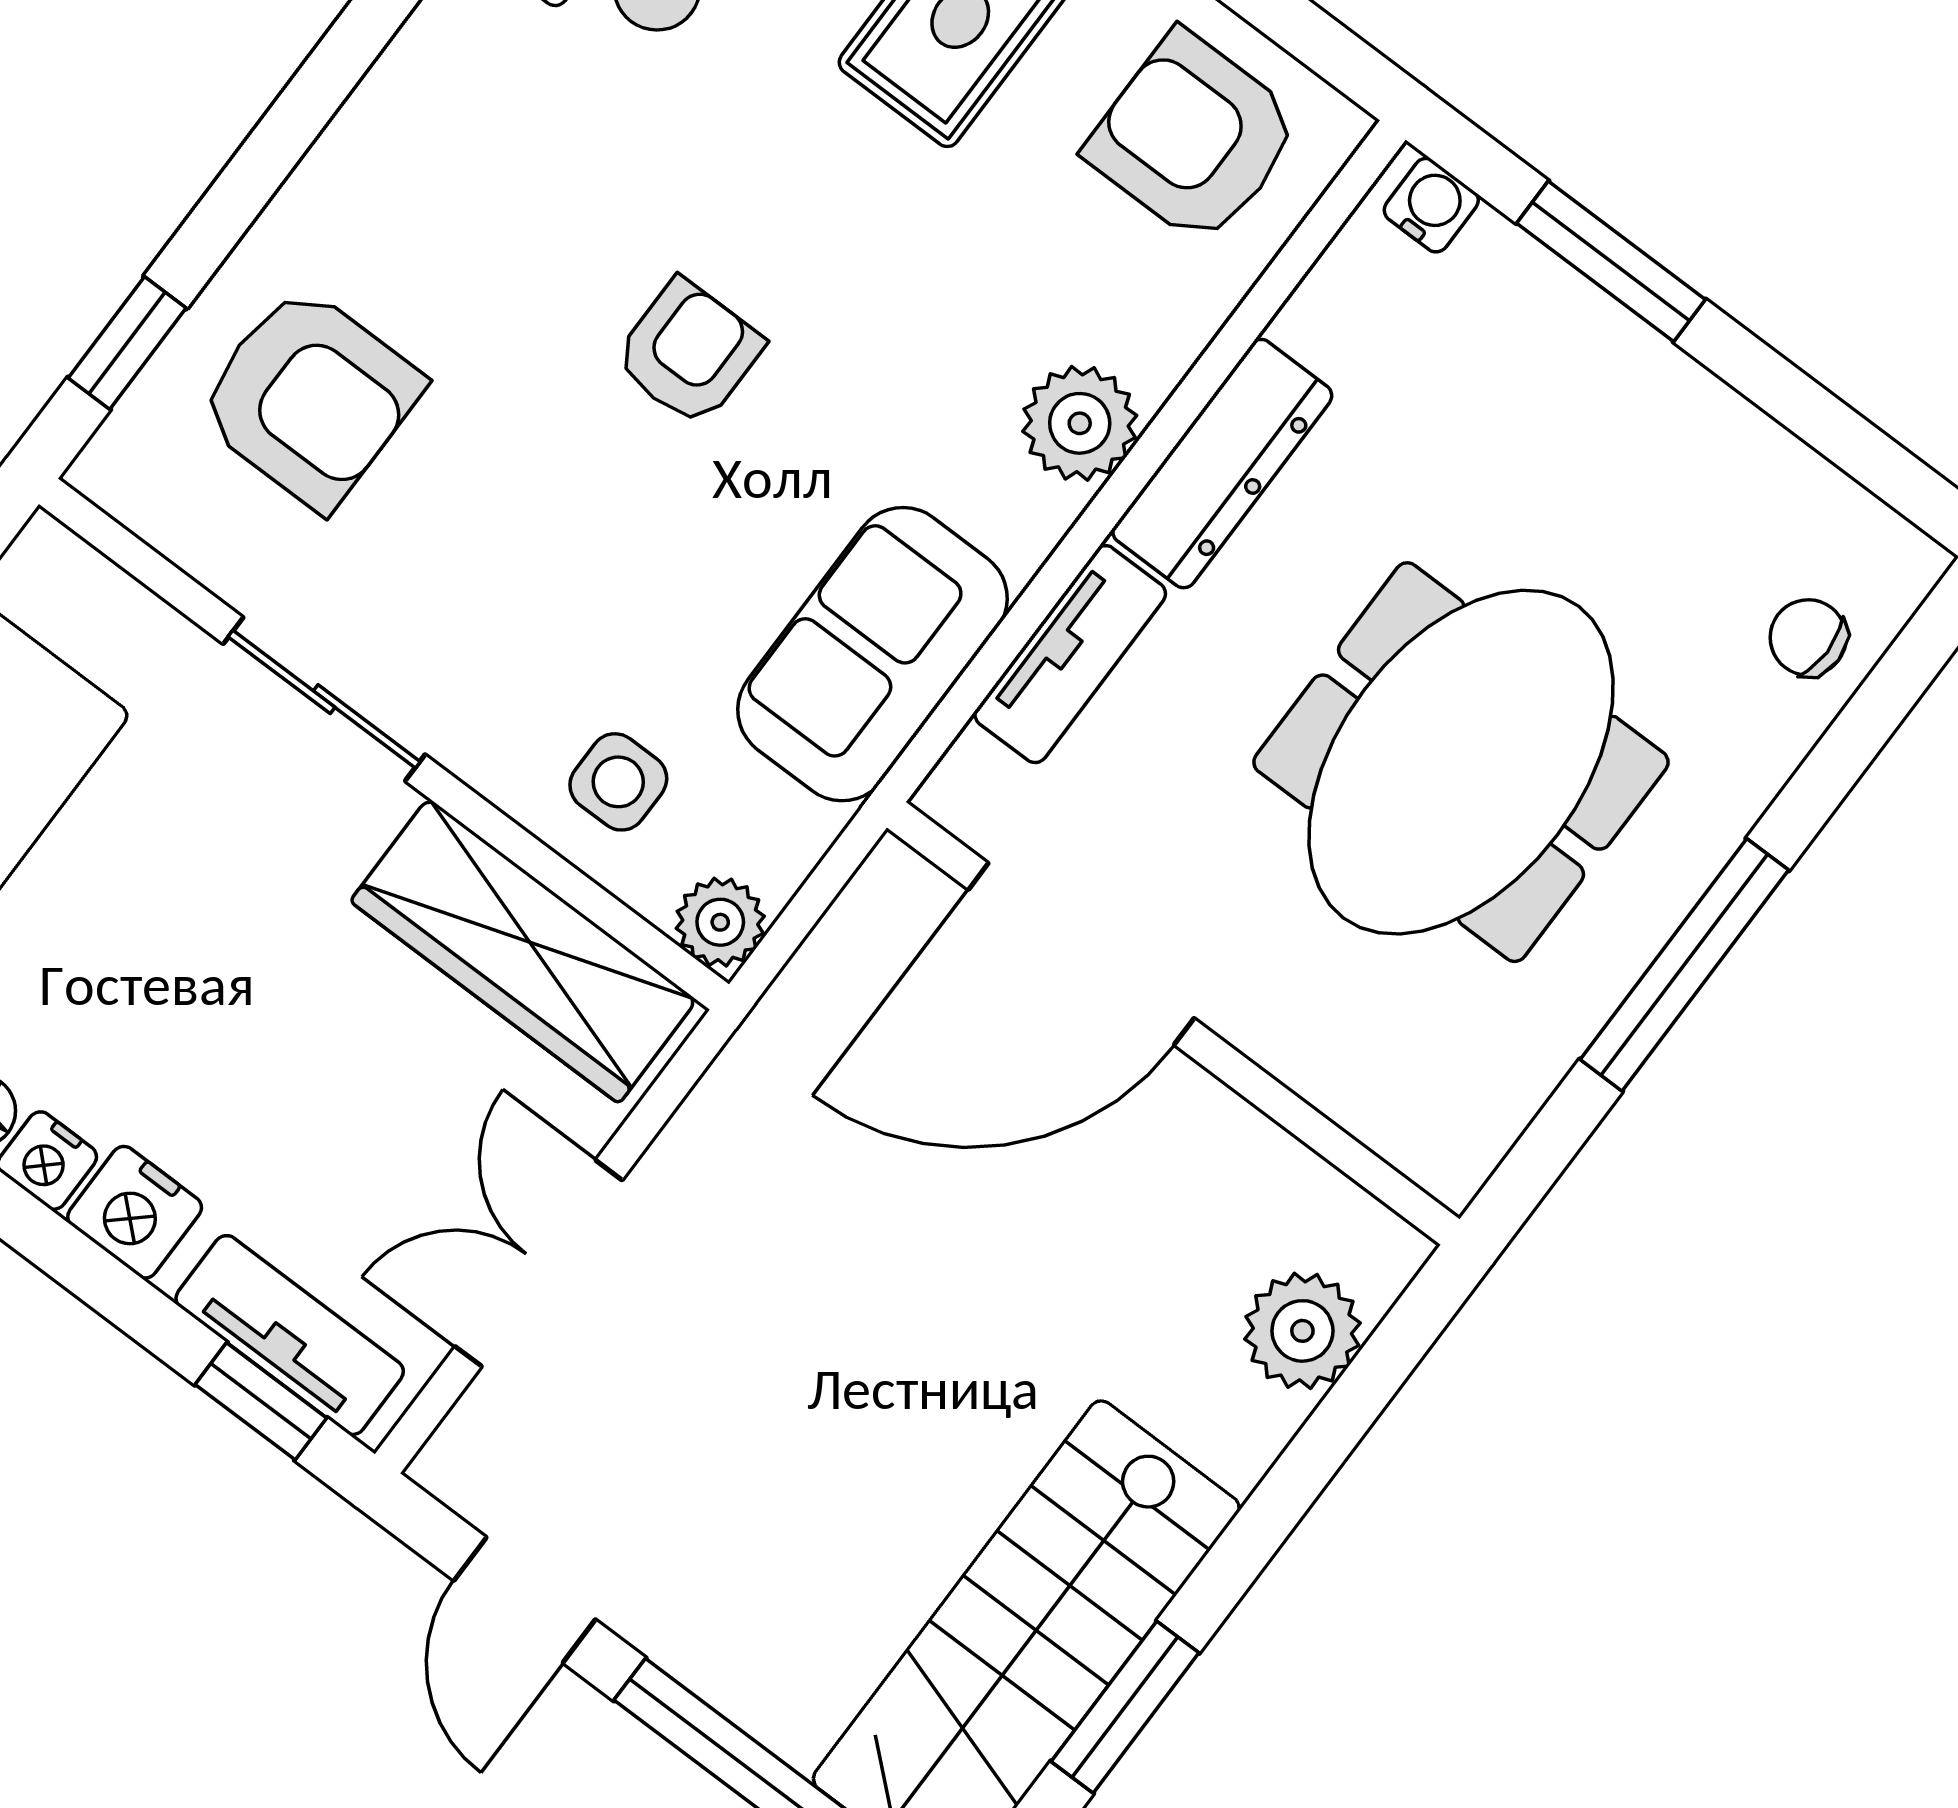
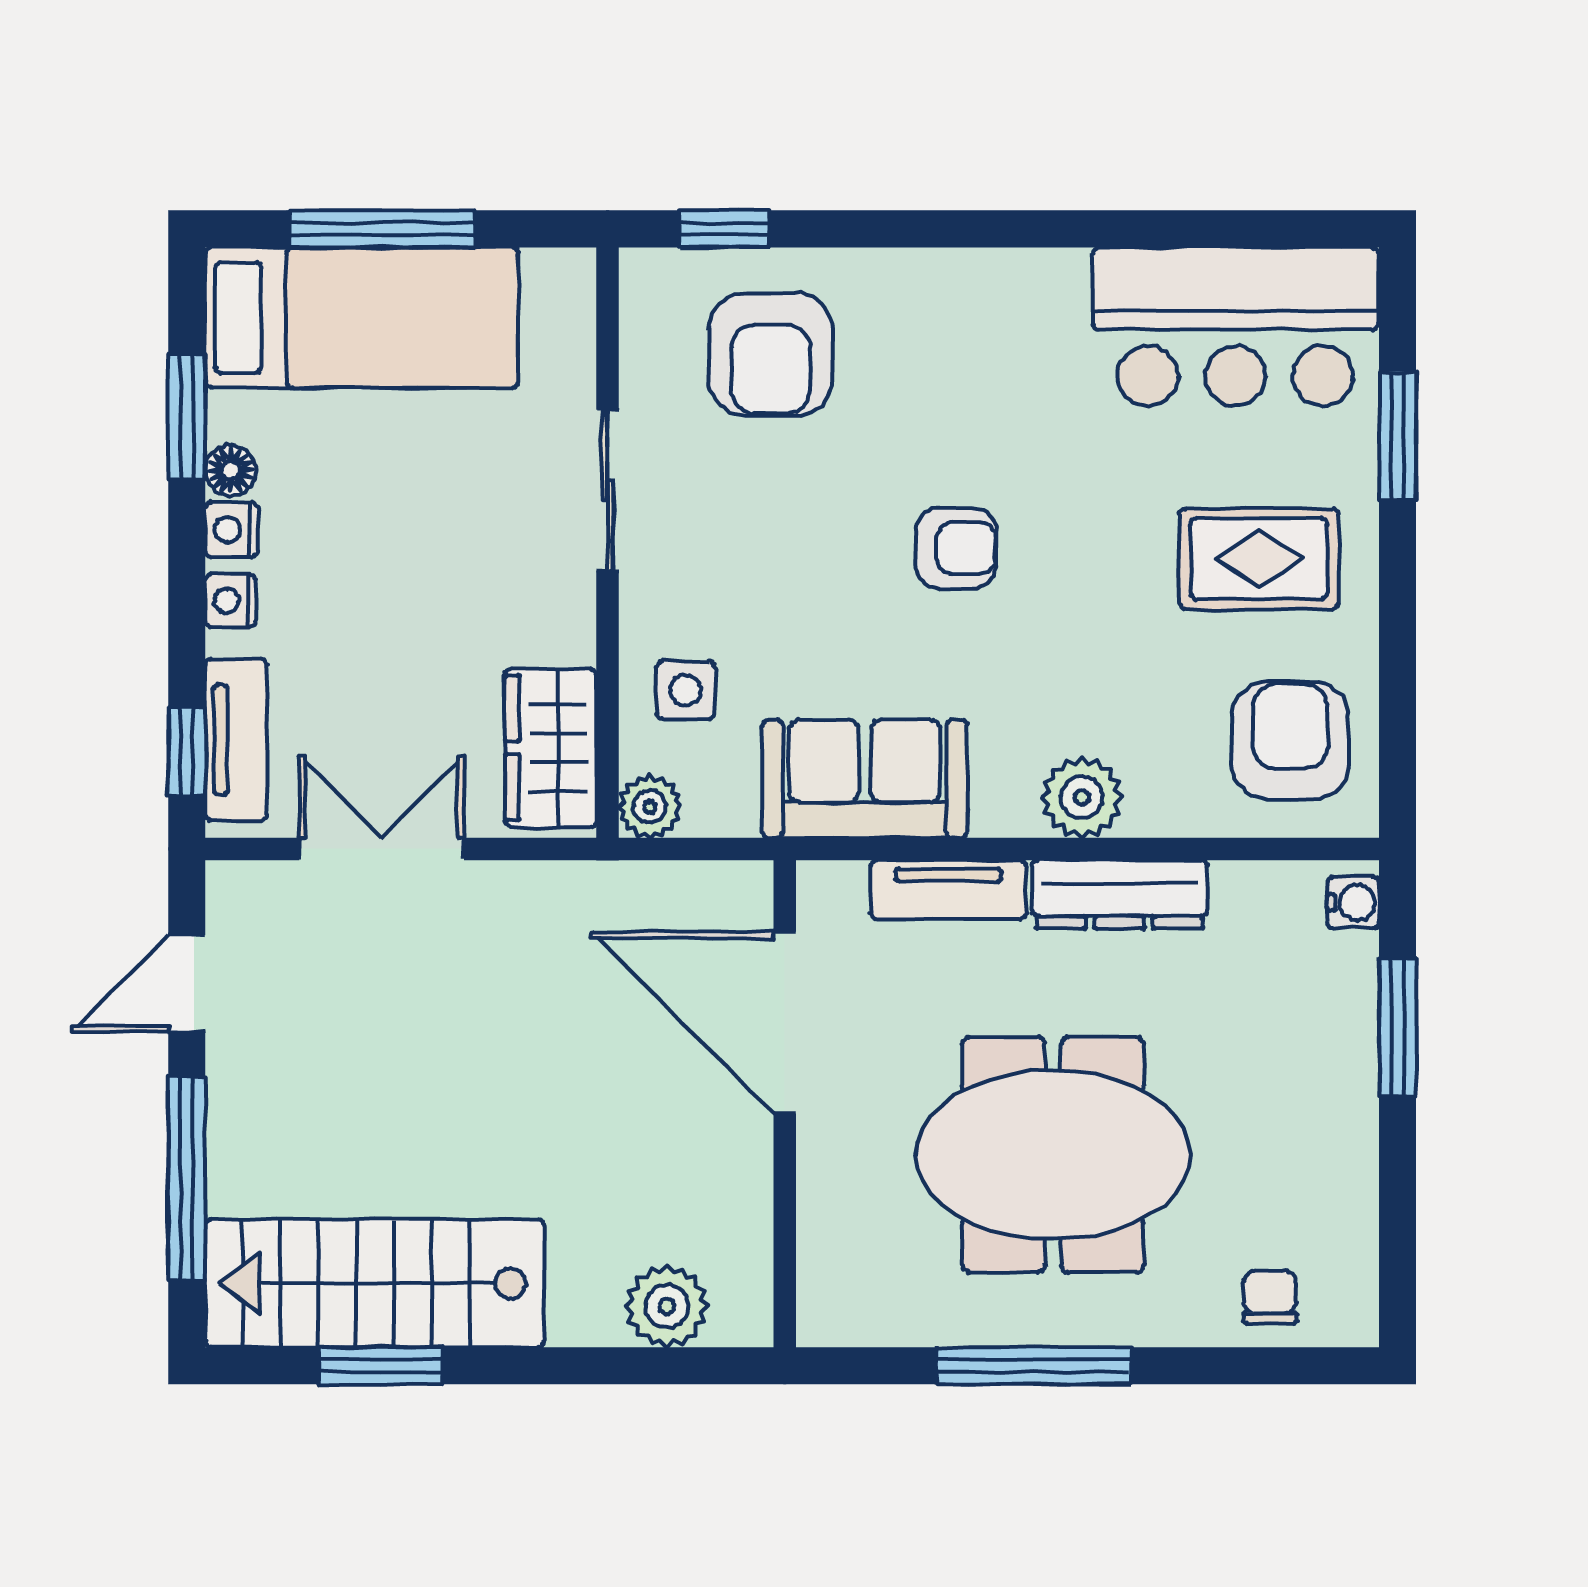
wardrobe: (524, 951) -> (551, 748), width x0.67
nightstand: (135, 1212) -> (231, 601), width x0.72, depth x0.74

